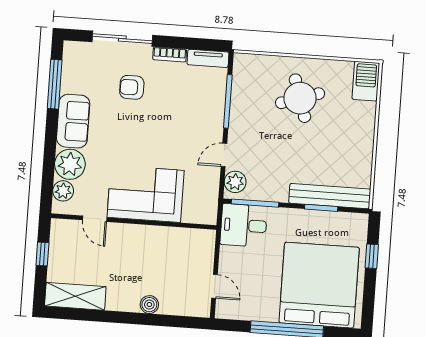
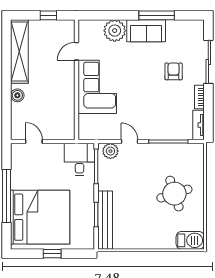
window: (55, 84) -> (157, 15), moved
plant: (63, 191) -> (95, 27), removed
window: (372, 256) -> (52, 254), moved
door: (215, 286) -> (34, 142), swing flipped
shelving: (75, 296) -> (19, 51), width x1.47

